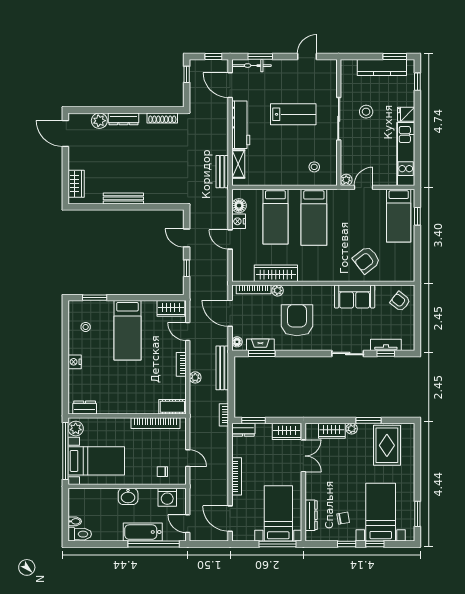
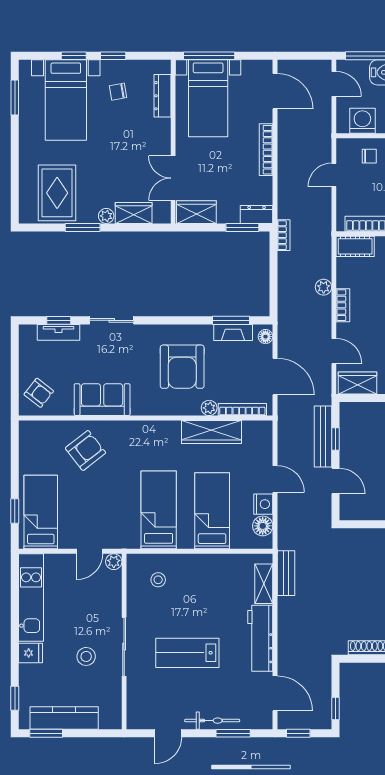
bicycle: (251, 66) -> (212, 721), moved
bench: (222, 368) -> (323, 436), moved
door: (188, 458) -> (334, 175), hinge flipped

